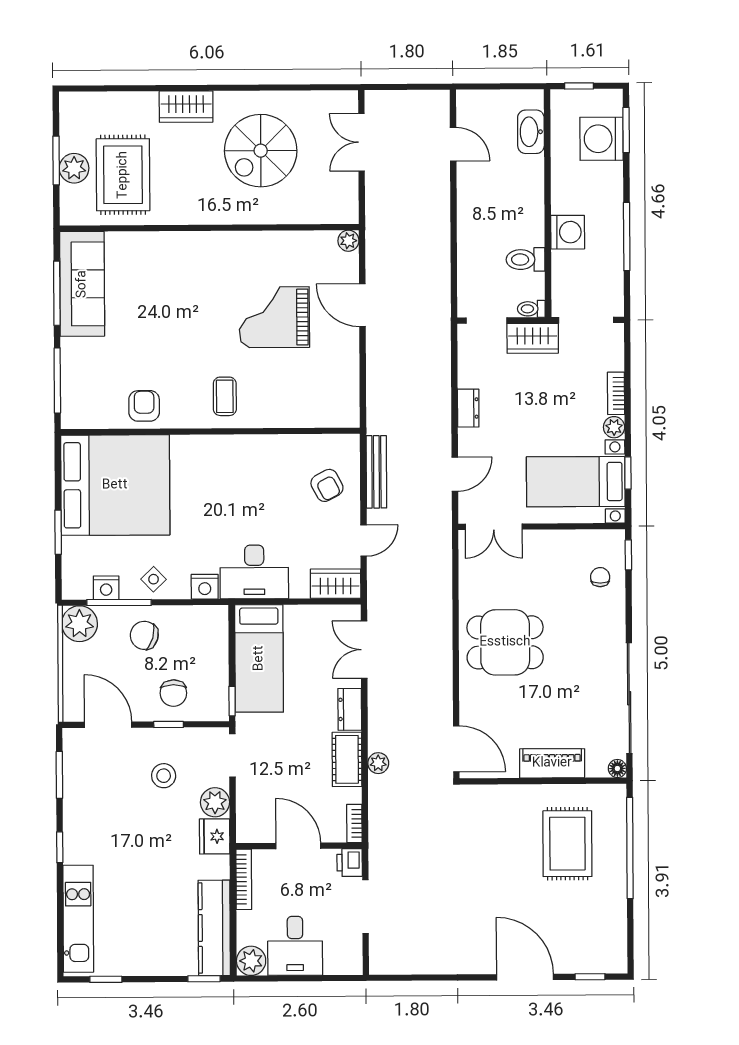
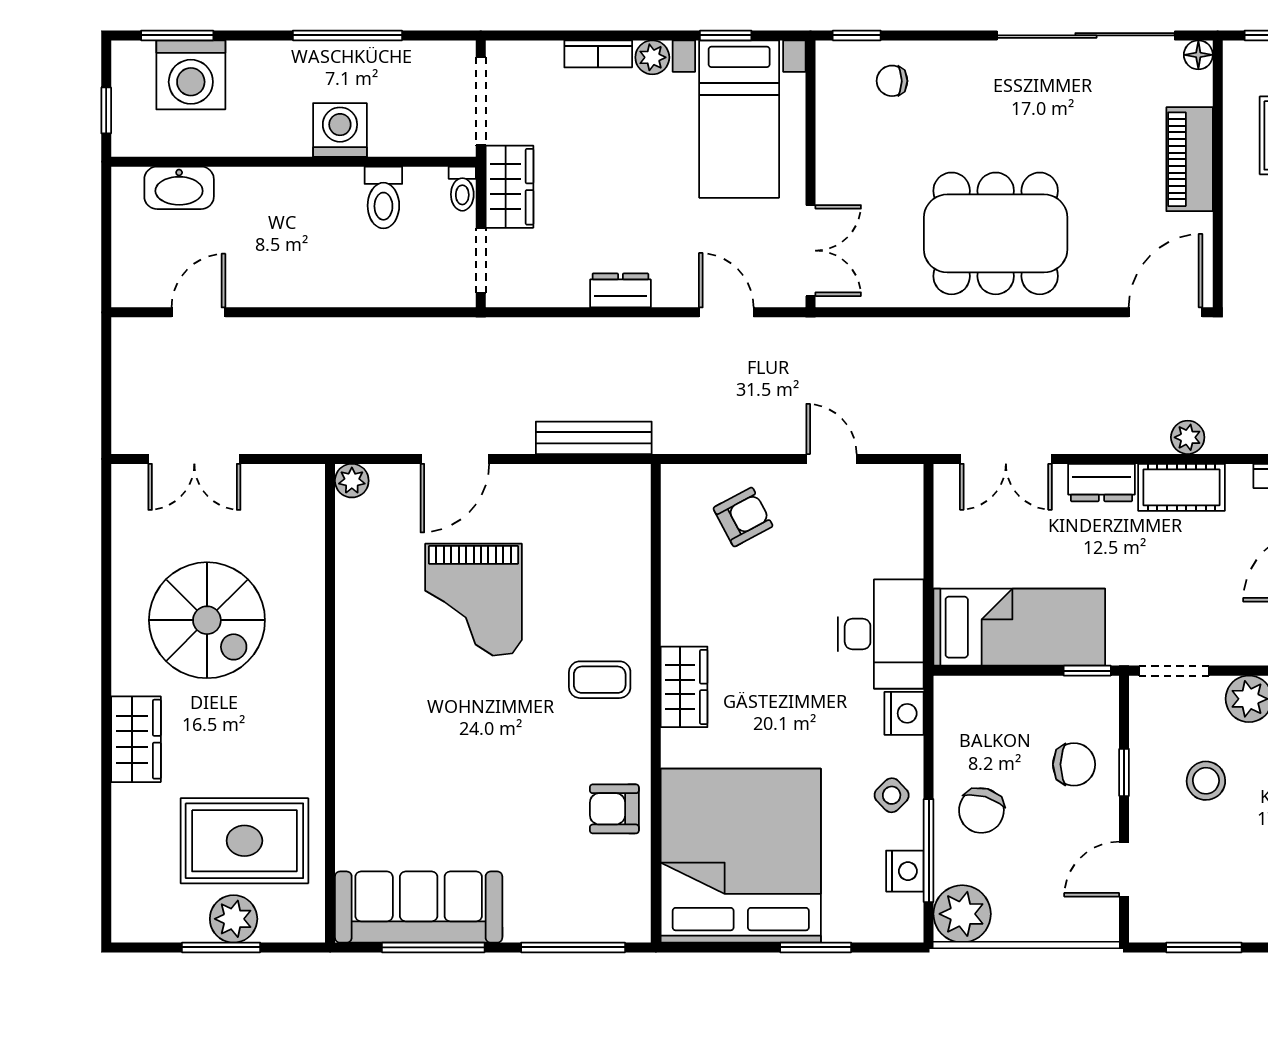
bench: (376, 472) -> (594, 438), moved
wardrobe: (336, 584) -> (684, 687), moved, turned 180
dining table: (505, 642) -> (996, 233), width x1.38
door: (108, 725) -> (1124, 869), width x0.73

